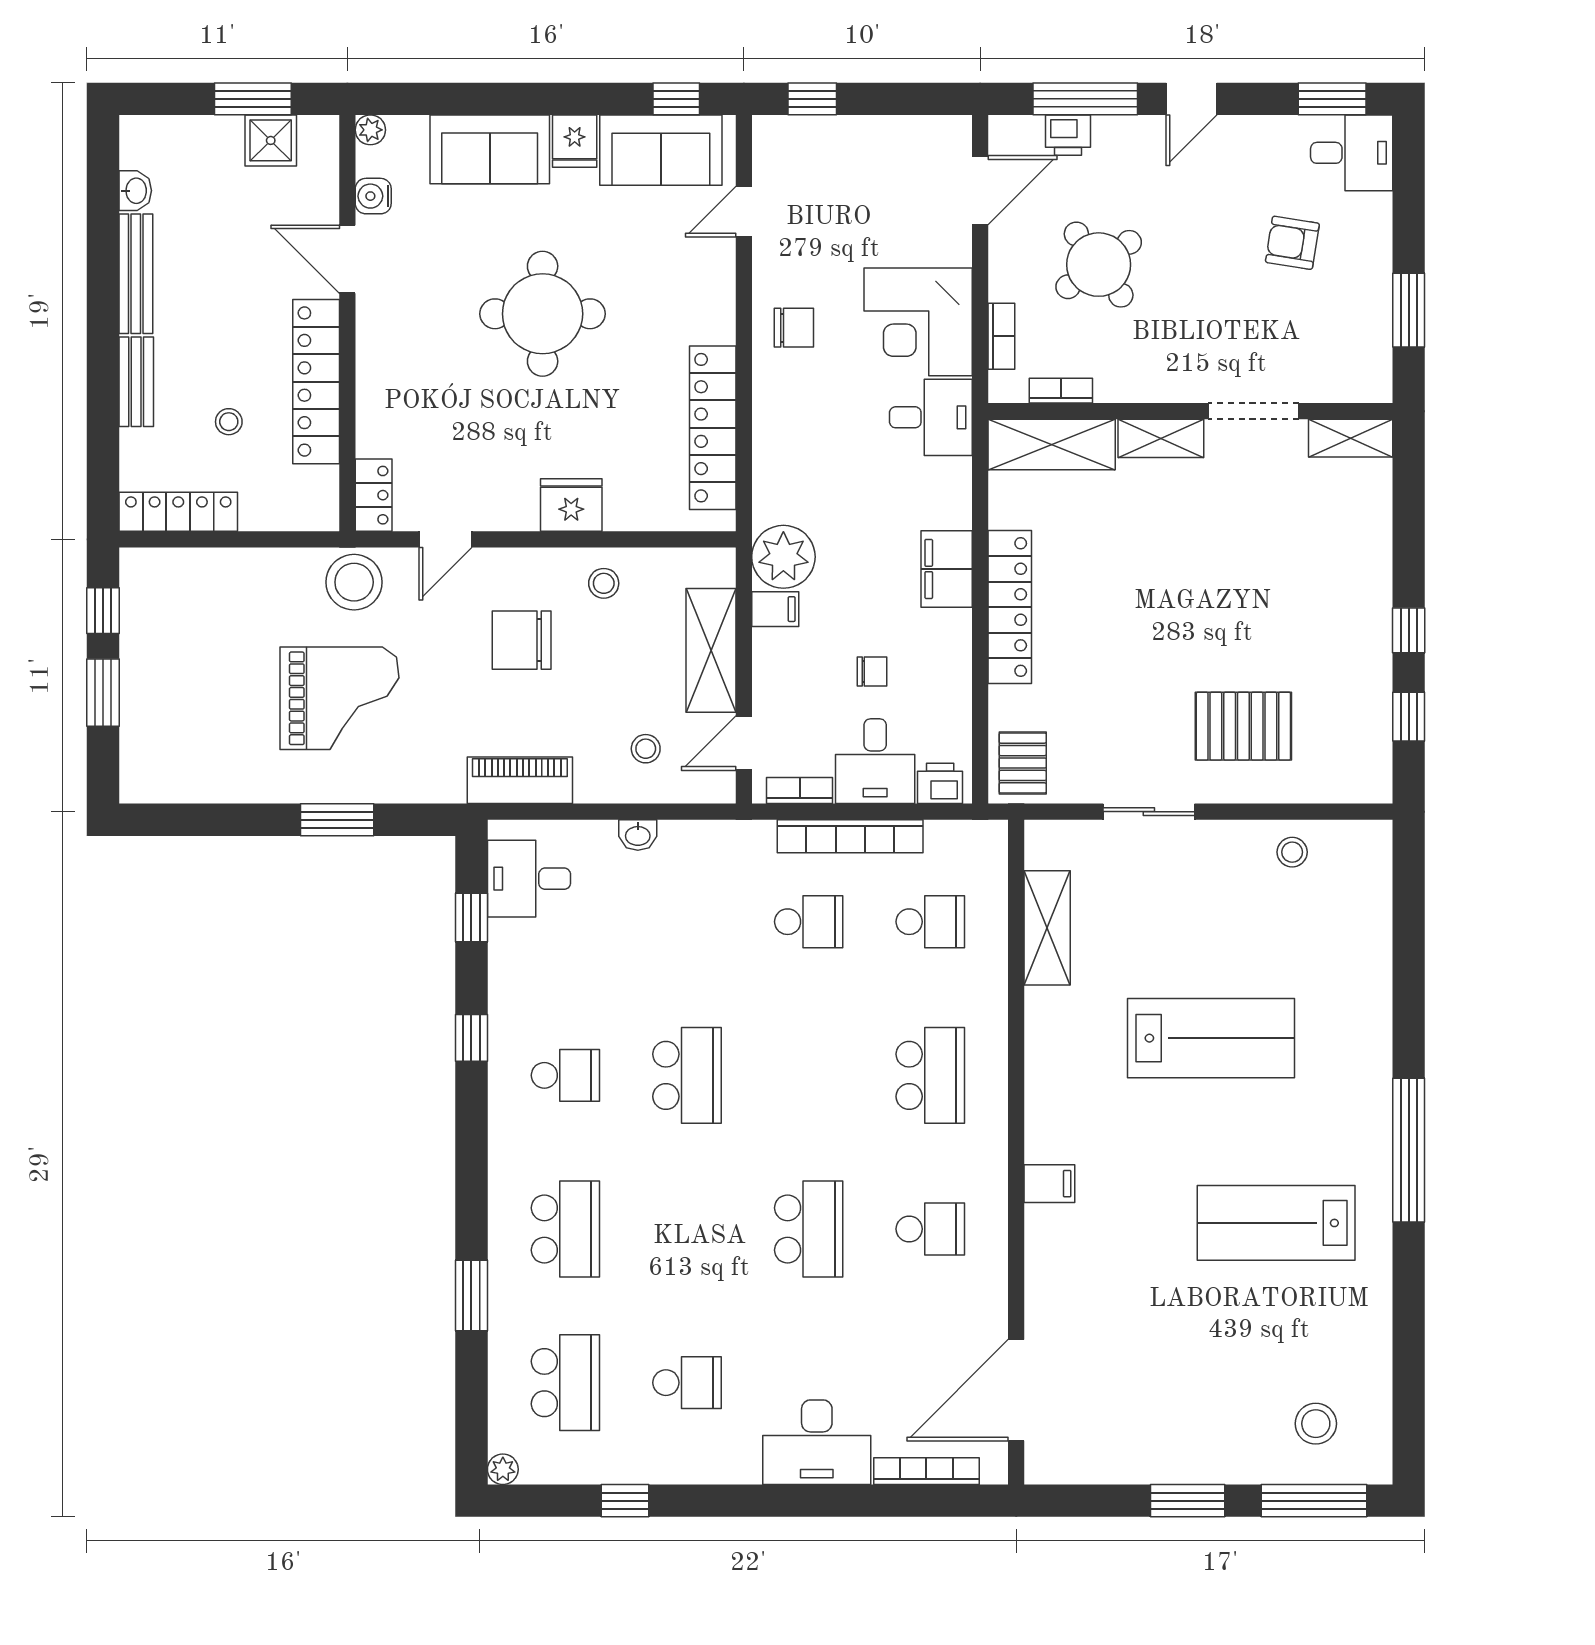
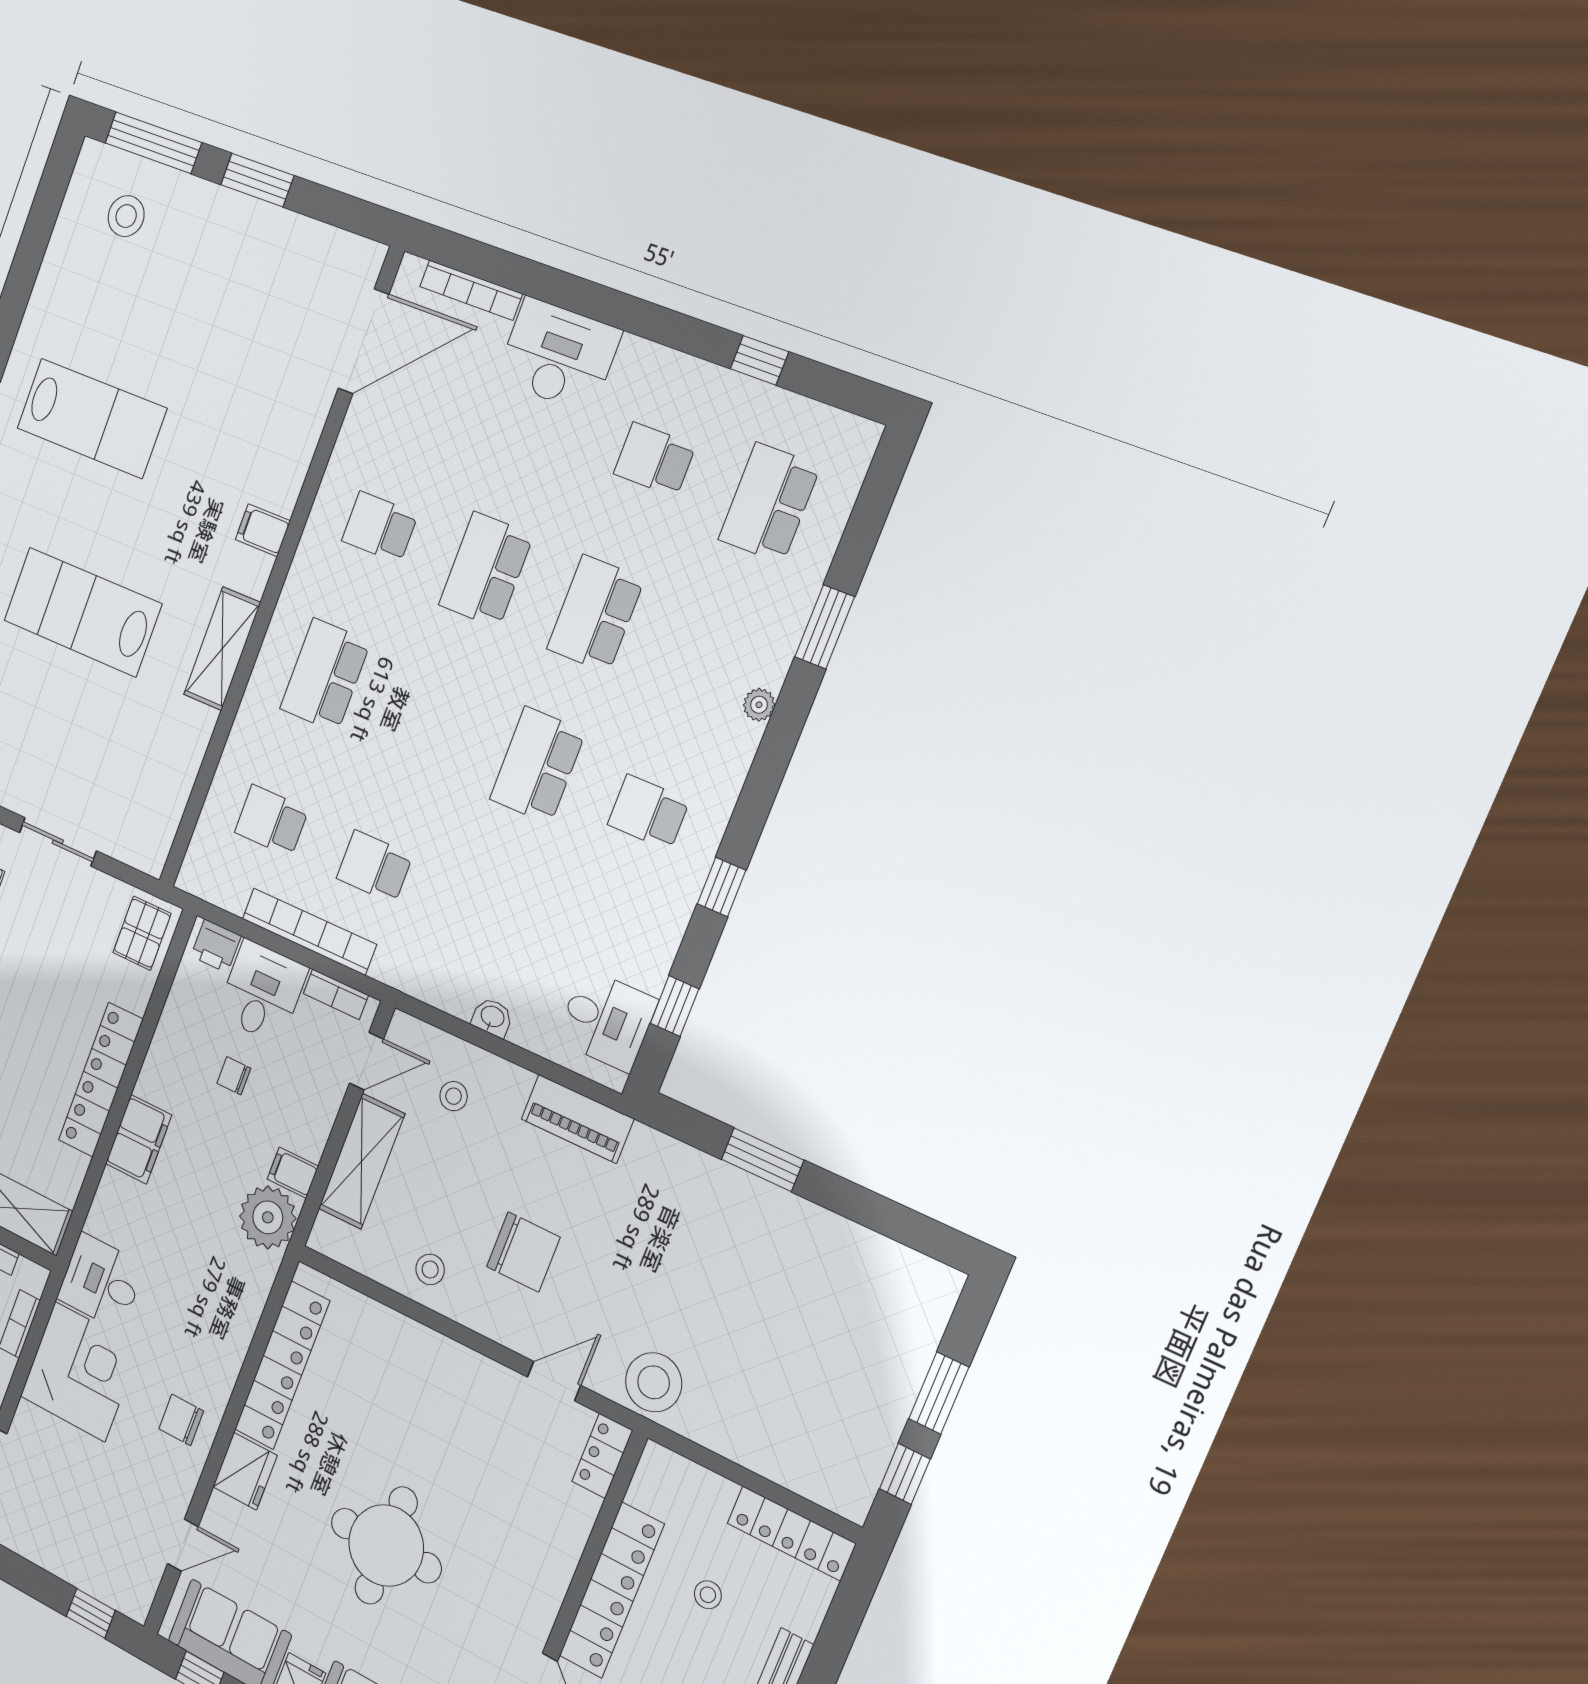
fridge: (571, 505) -> (245, 1471), moved, turned -90
grand piano: (339, 698) -> (712, 1277), removed
shelving: (1047, 928) -> (222, 649), moved
school desk: (565, 1229) -> (596, 614), moved
plant: (503, 1469) -> (759, 705), moved

